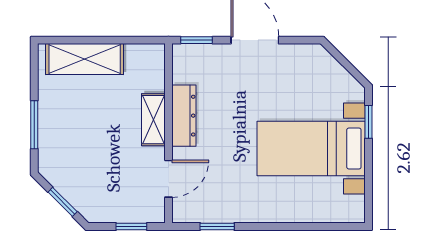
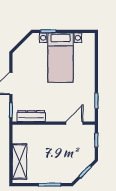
dresser: (184, 116) -> (31, 116), moved
shelving: (153, 120) -> (47, 130), removed
door: (169, 179) -> (74, 123), hinge flipped

